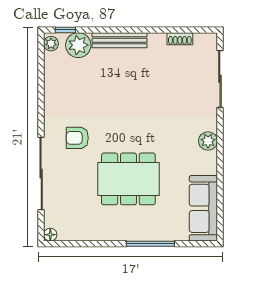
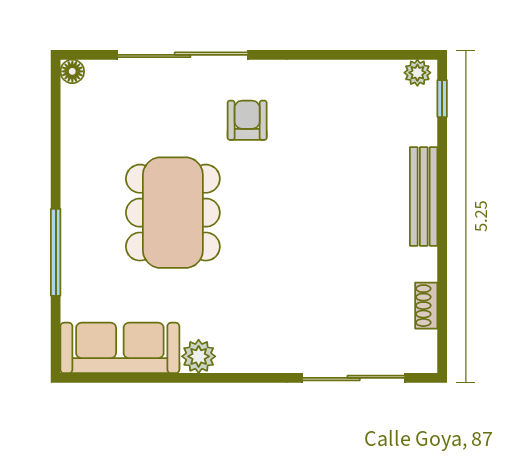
plant: (78, 45) -> (415, 122), removed
plant: (208, 141) -> (199, 356), moved

